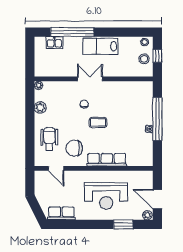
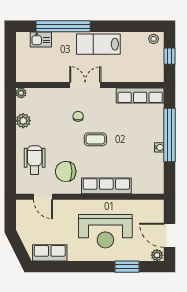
stool: (144, 59) -> (153, 60), removed
row of seats: (134, 87) -> (140, 95), added

